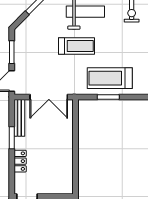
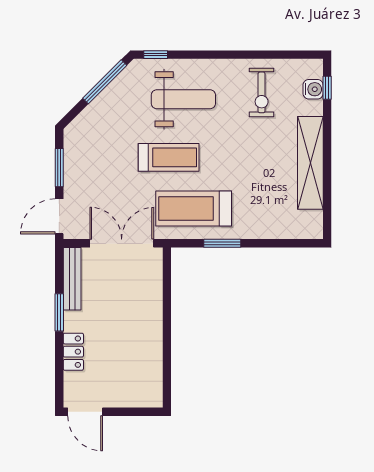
treadmill: (110, 78) -> (194, 209), moved
double door: (49, 97) -> (122, 243), swing flipped

